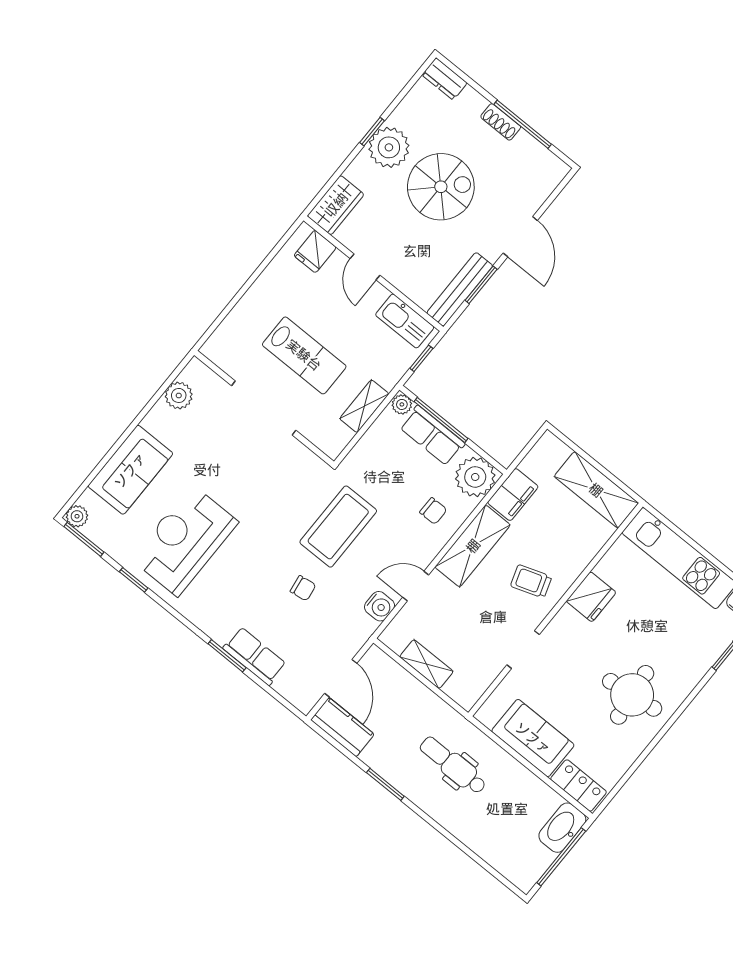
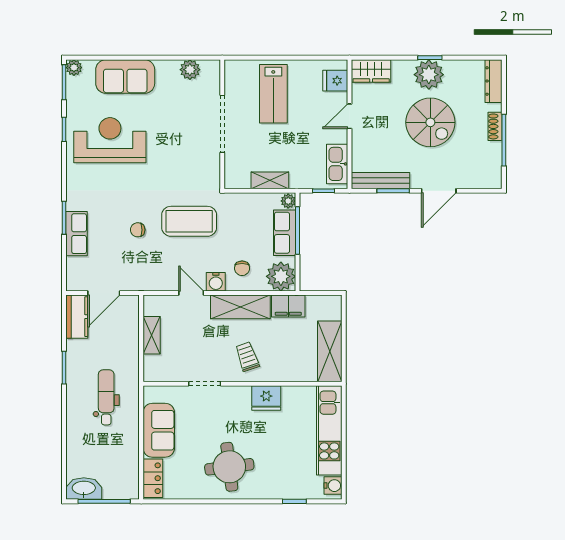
dresser: (445, 79) -> (494, 81), width x1.44
lab bench: (304, 355) -> (273, 94), moved
chair: (303, 588) -> (138, 230), turned 98
water cooler: (379, 606) -> (216, 282), moved
washbasin: (562, 828) -> (84, 489), moved

